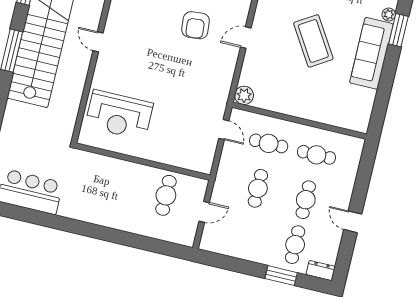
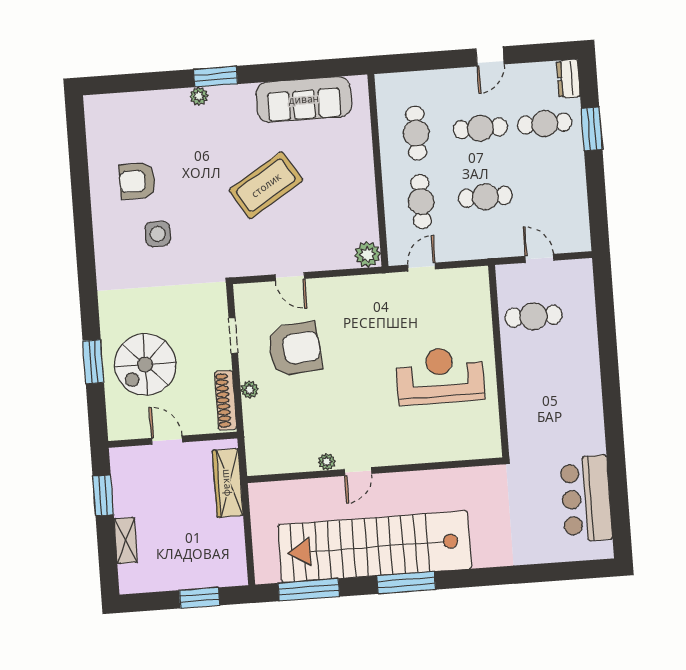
plant: (111, 23) -> (327, 462), added
armchair: (196, 25) -> (295, 349), width x1.36, depth x1.36
sofa: (371, 53) -> (304, 99), moved
reception desk: (119, 115) -> (440, 376), moved, turned -90

